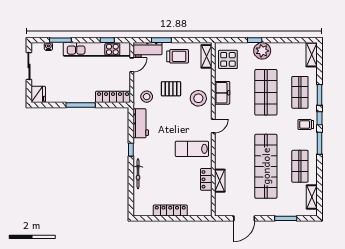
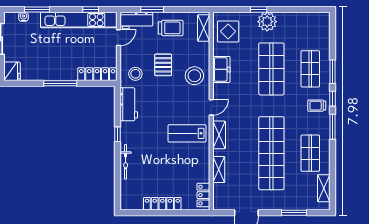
shelving: (312, 55) -> (219, 135), moved
pallet: (171, 89) -> (163, 65), turned 90
locker: (206, 179) -> (203, 195), moved

